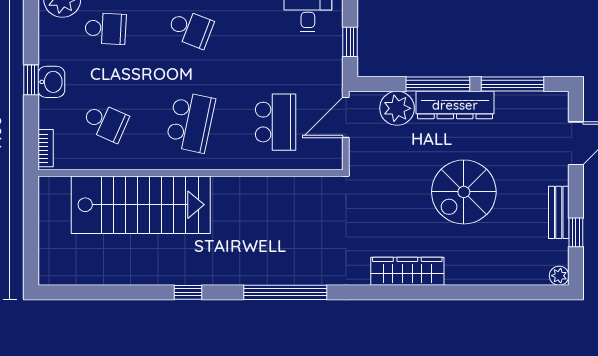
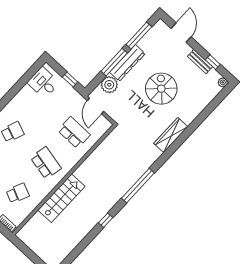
spiral stairs: (464, 192) -> (161, 89), turned 180
stairs: (141, 205) -> (61, 198), width x0.73, depth x0.66

